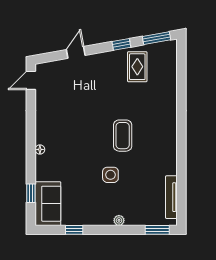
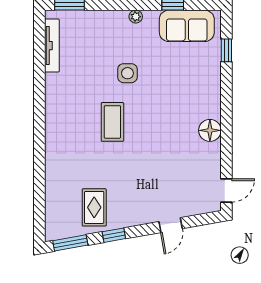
floor lamp: (40, 149) -> (210, 130), moved, width x1.89, depth x1.89
sofa: (48, 204) -> (187, 26), moved, turned -90
plant: (119, 220) -> (136, 17), moved

